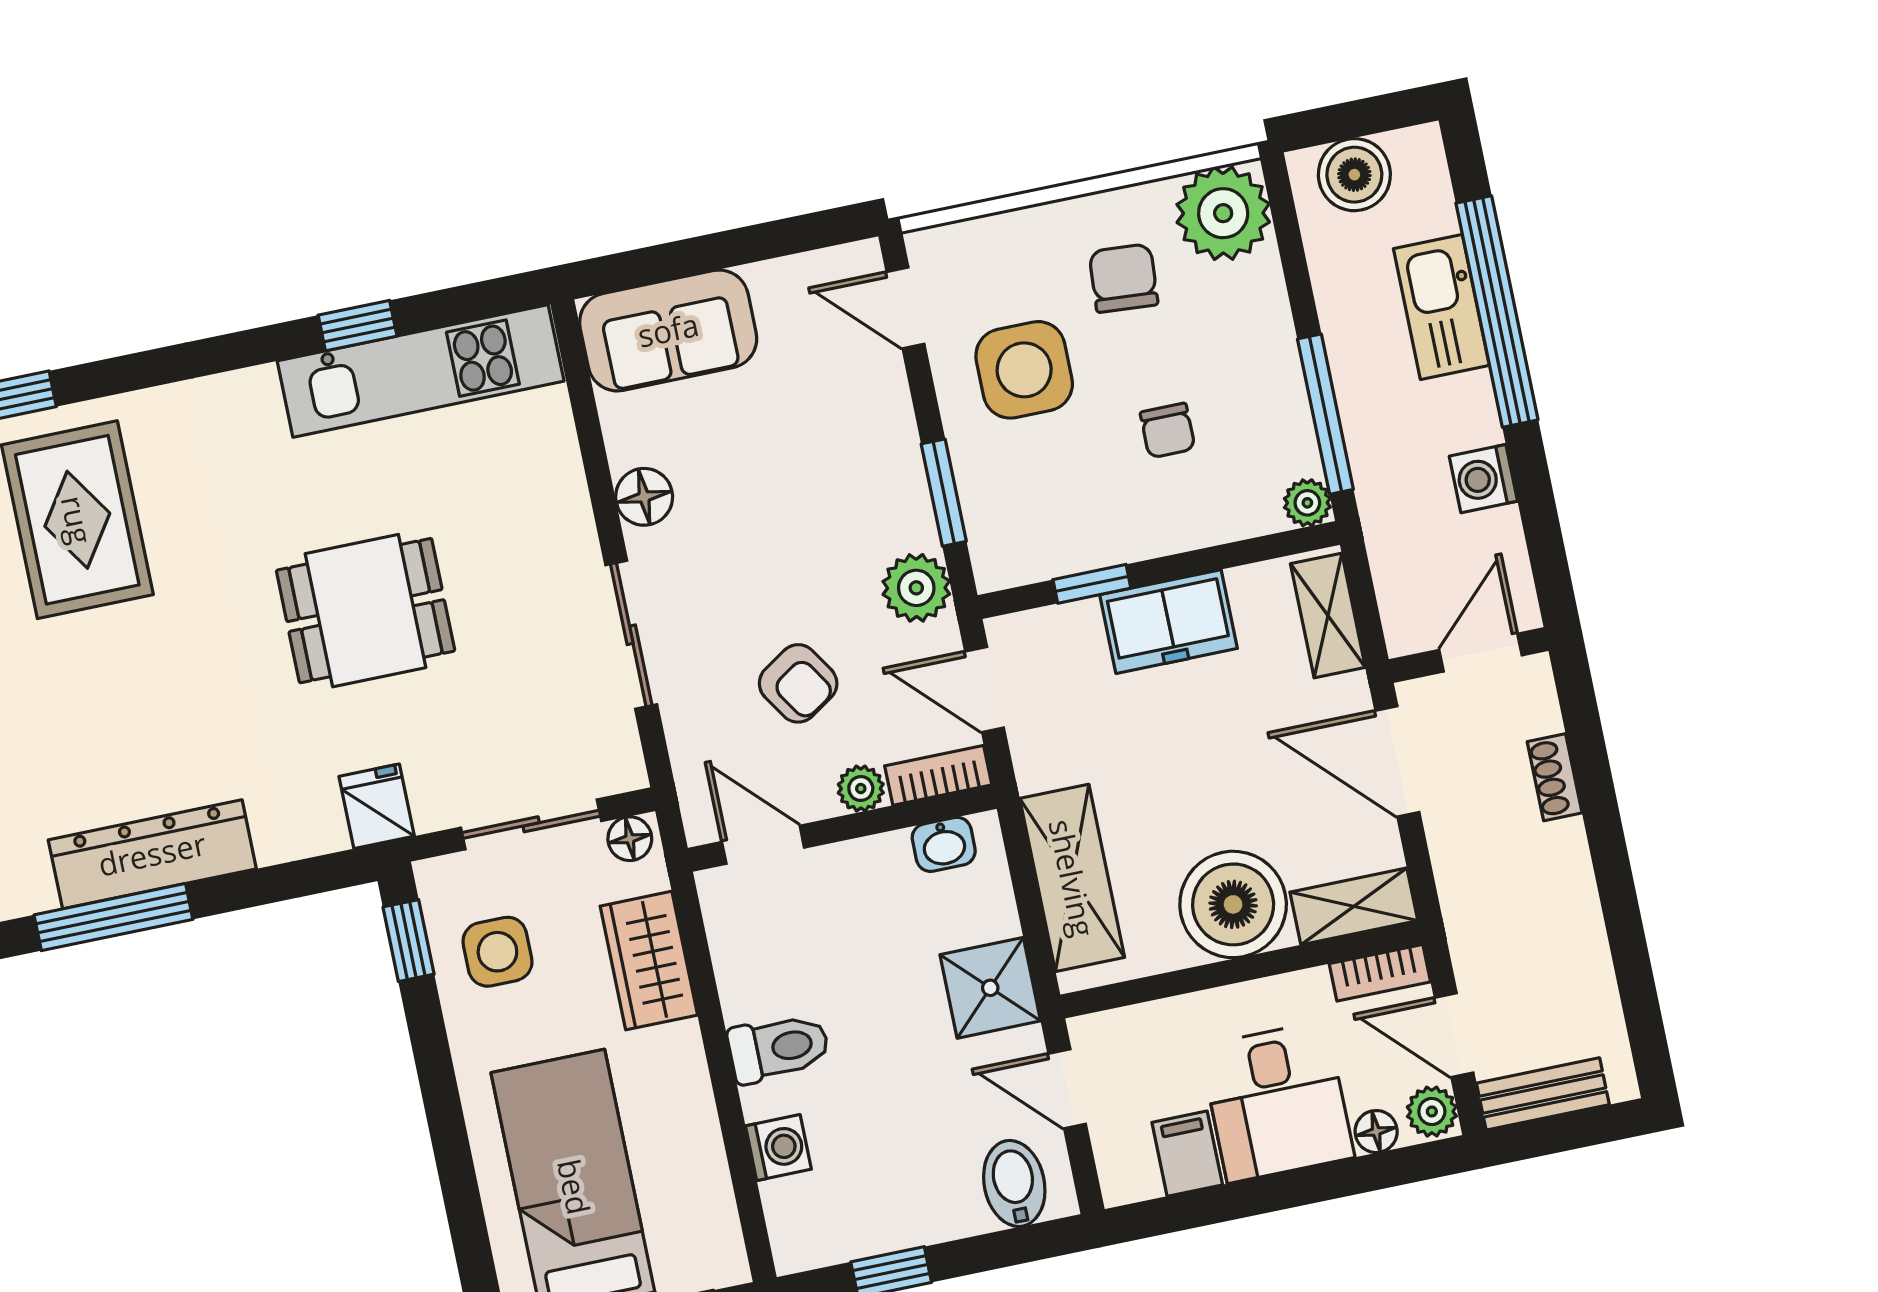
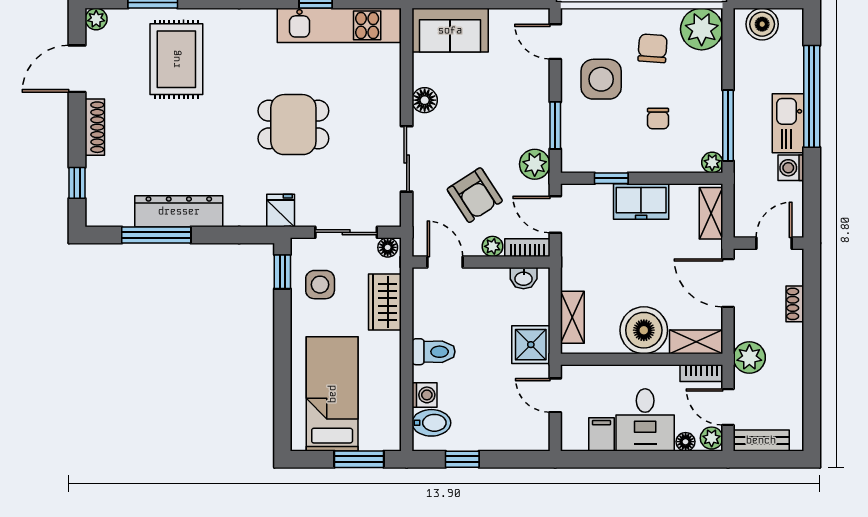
kitchen sink: (1441, 307) -> (788, 123), moved
armchair: (798, 683) -> (475, 195), width x1.38, depth x1.38
shelving: (1072, 878) -> (572, 317), width x0.67, depth x0.75
plant: (1478, 916) -> (749, 357), added
bidet: (1014, 1184) -> (431, 423), moved, turned 90

